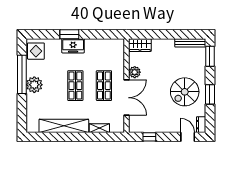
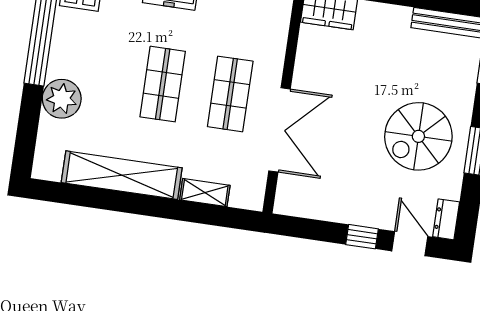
plant: (135, 72) -> (307, 73), removed
plant: (34, 85) -> (62, 99), moved
window: (149, 137) -> (362, 237), moved

